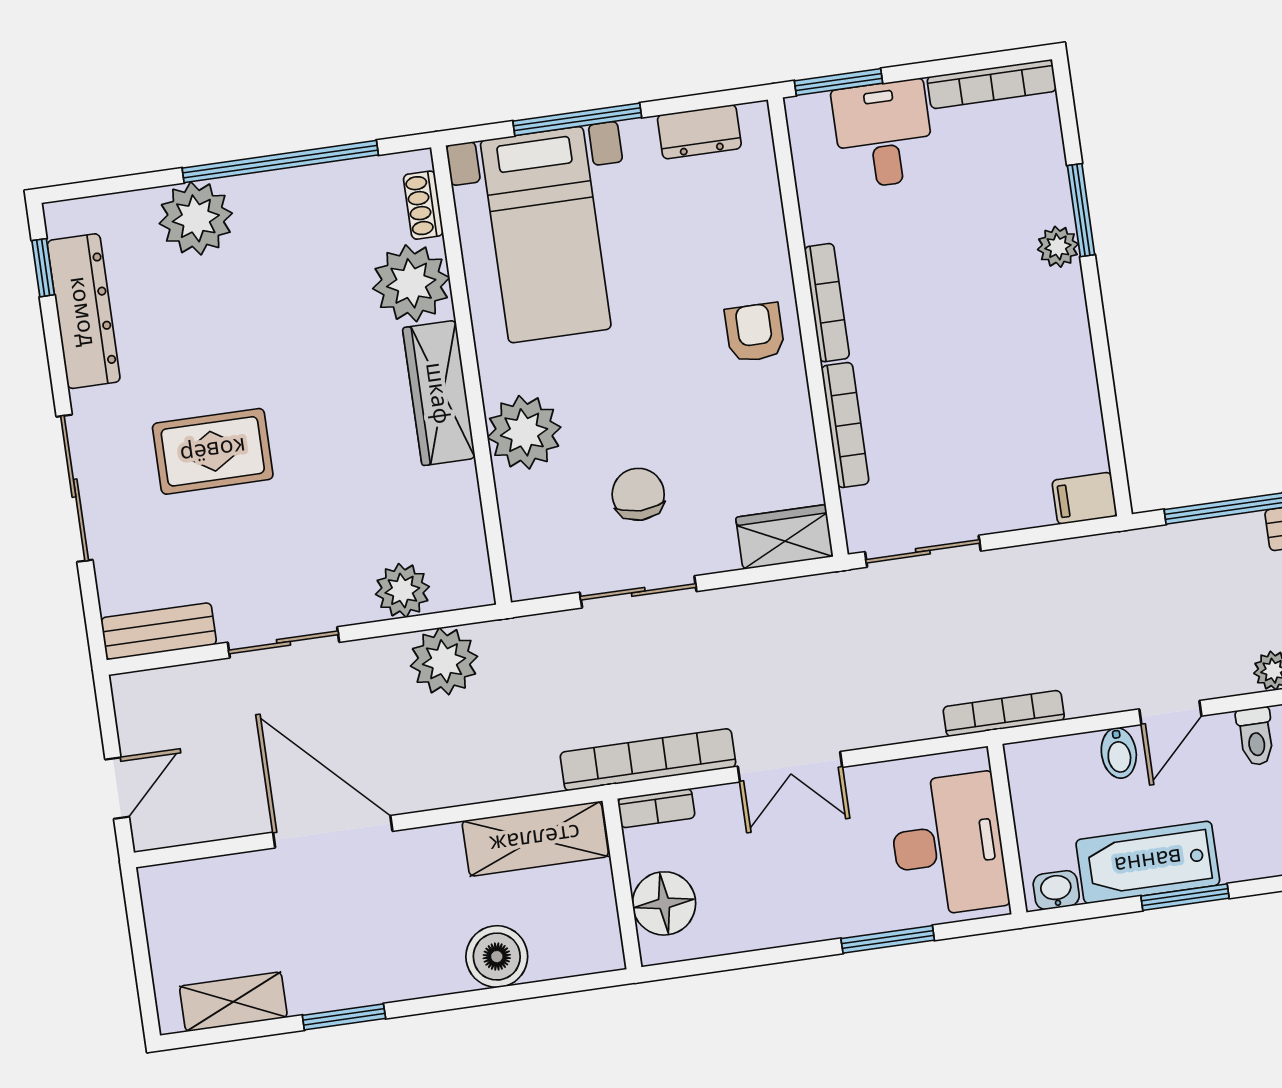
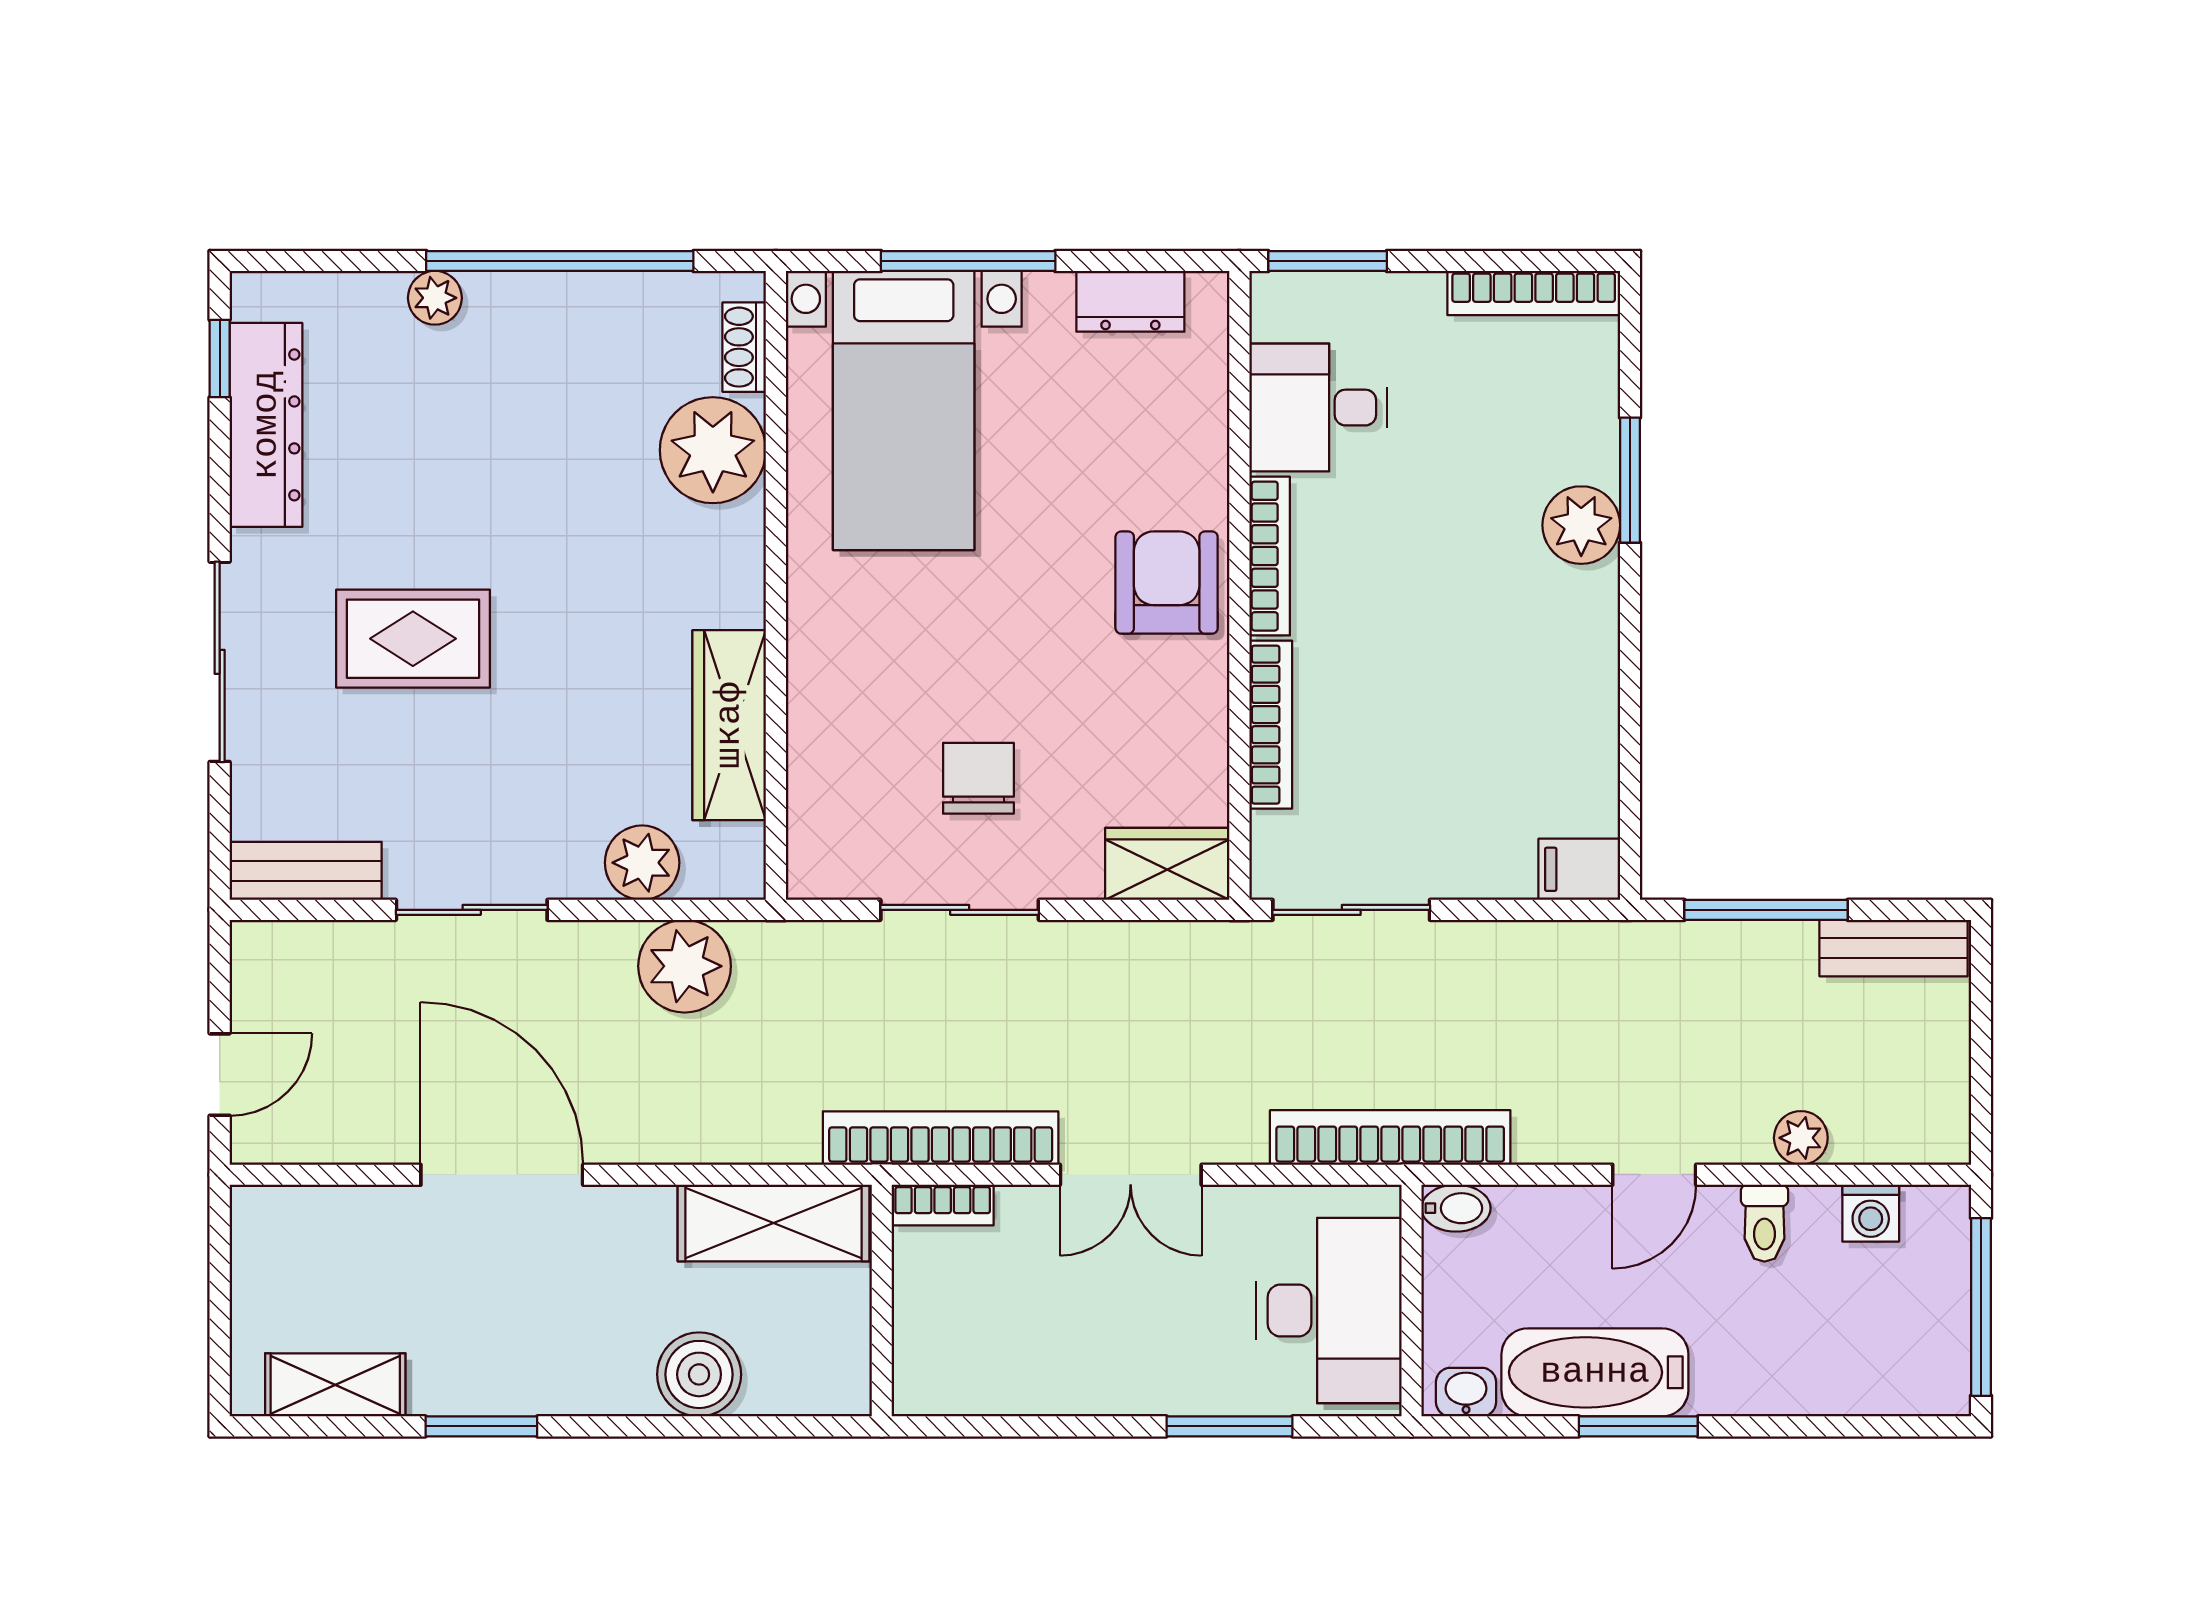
desk: (883, 134) -> (1318, 408), moved, turned -90
plant: (196, 218) -> (435, 298), width x0.53, depth x0.53
plant: (1058, 247) -> (1581, 525), width x1.38, depth x1.38
armchair: (755, 333) -> (1167, 583), width x1.38, depth x1.38
wardrobe: (439, 393) -> (729, 725), moved
plant: (524, 432) -> (836, 673), removed
bookcase: (1004, 713) -> (1390, 1137), width x1.48, depth x1.31
bidet: (1119, 753) -> (1456, 1208), moved, turned -90
floor lamp: (664, 903) -> (935, 1335), removed

